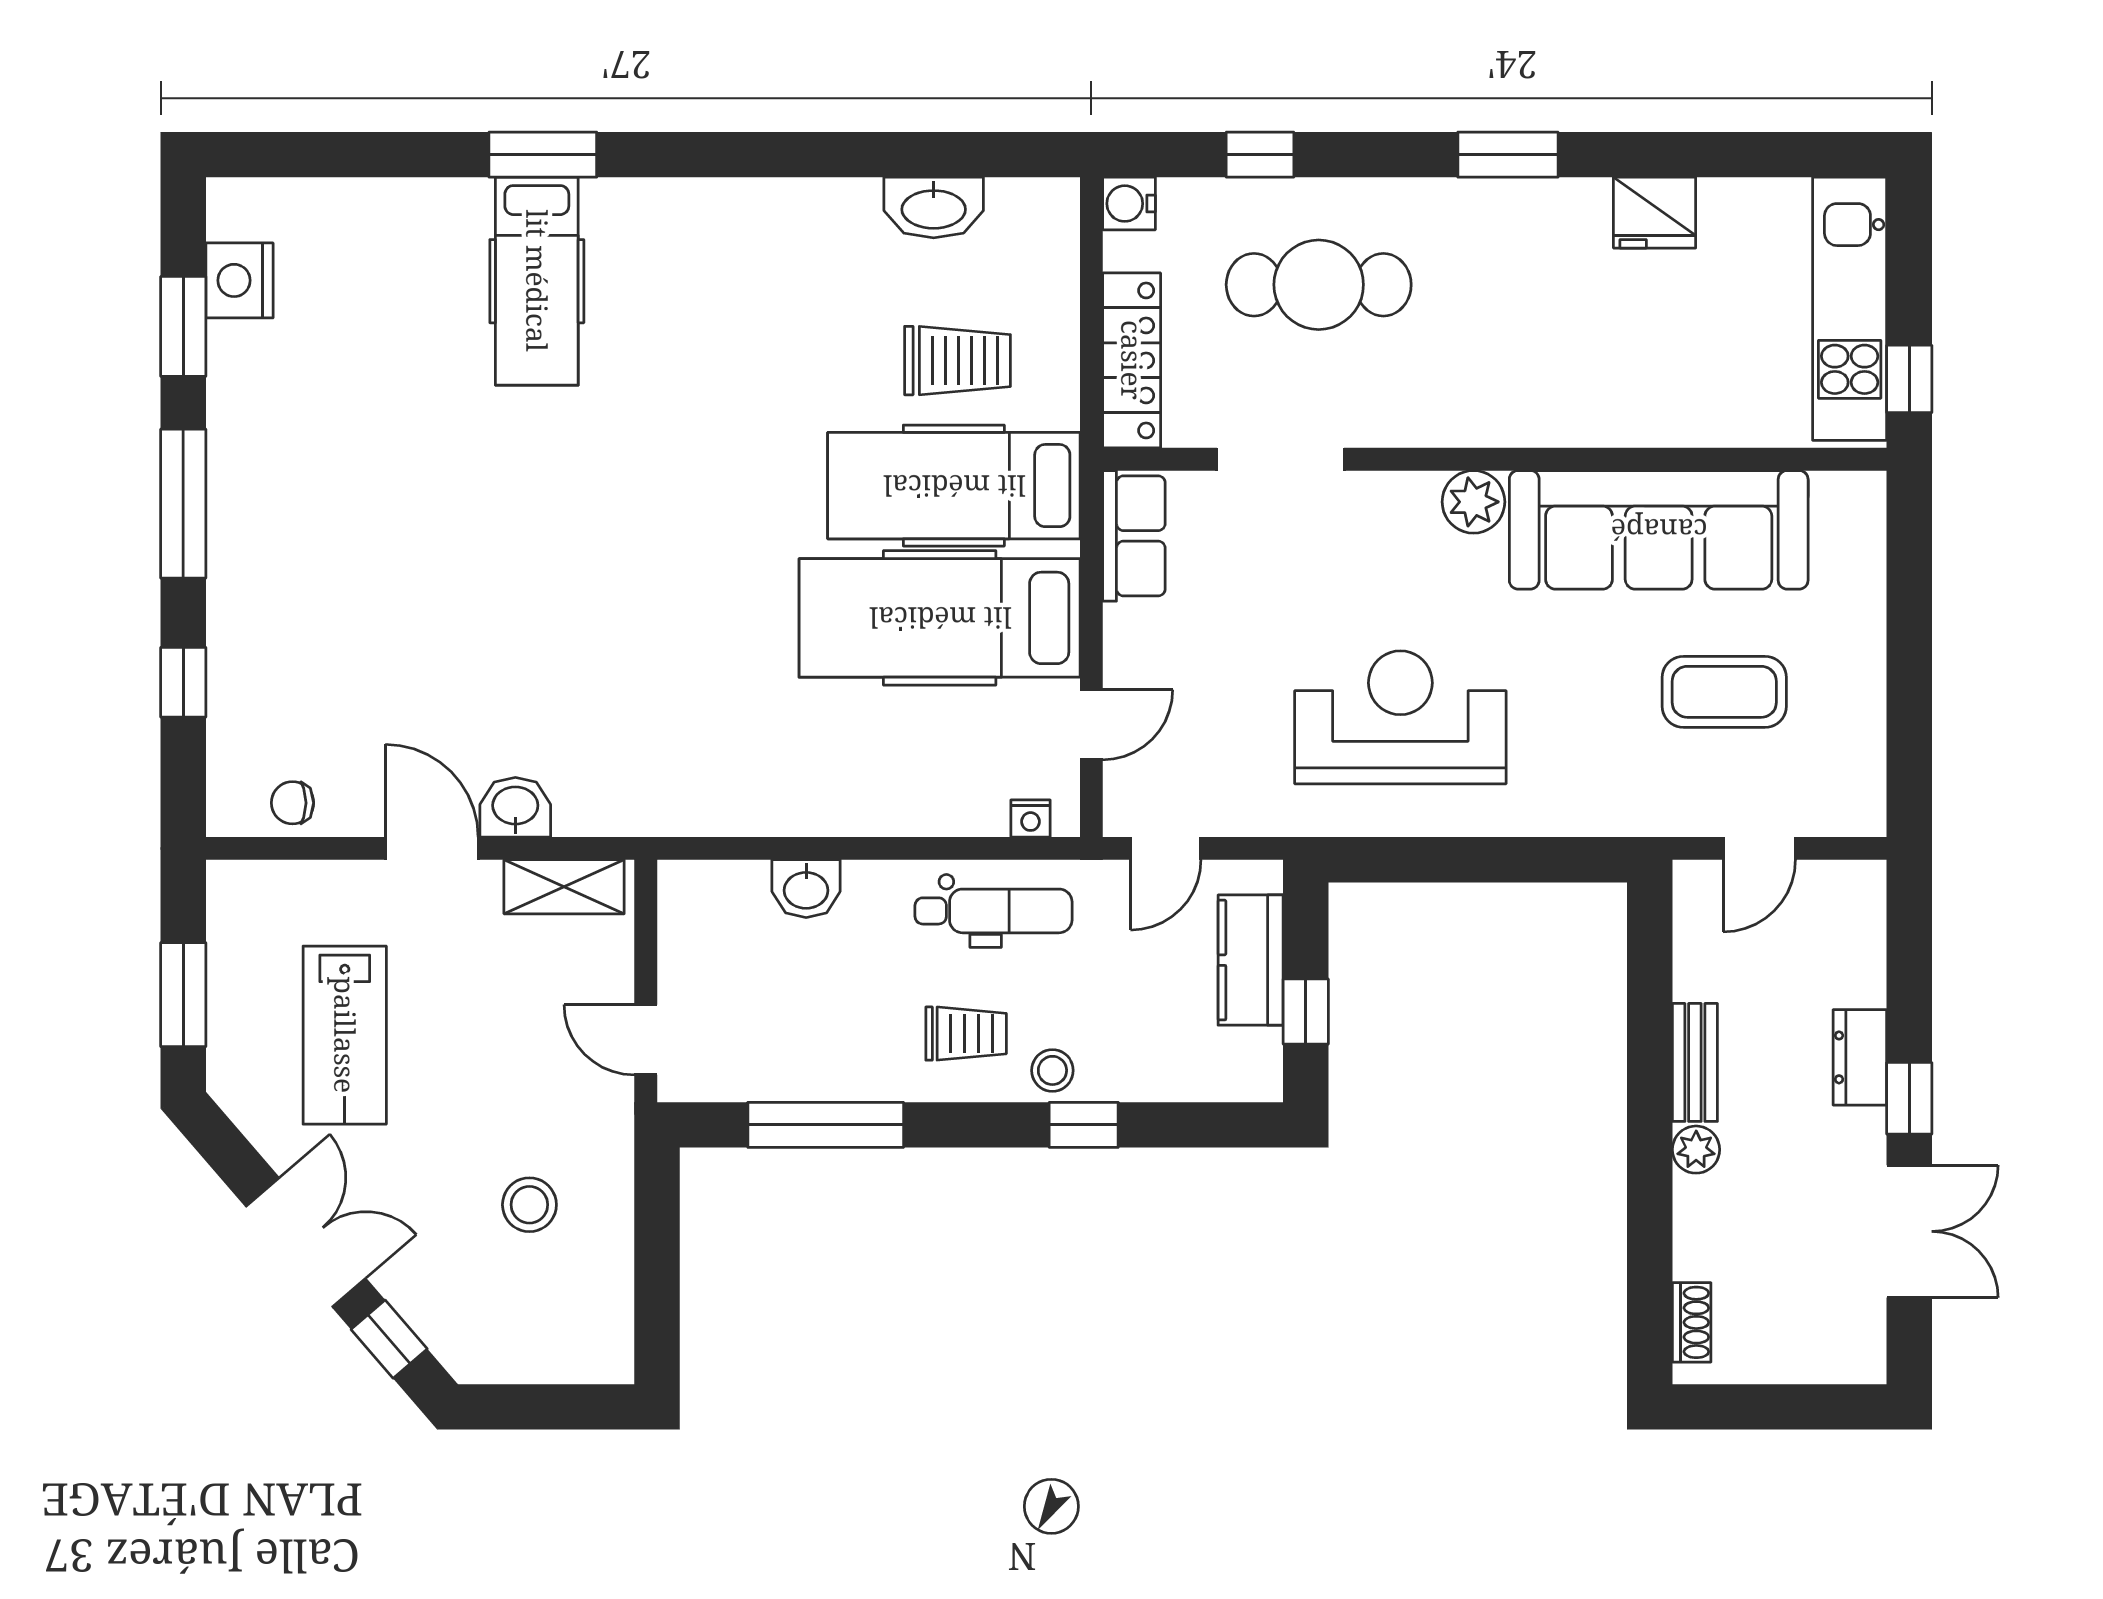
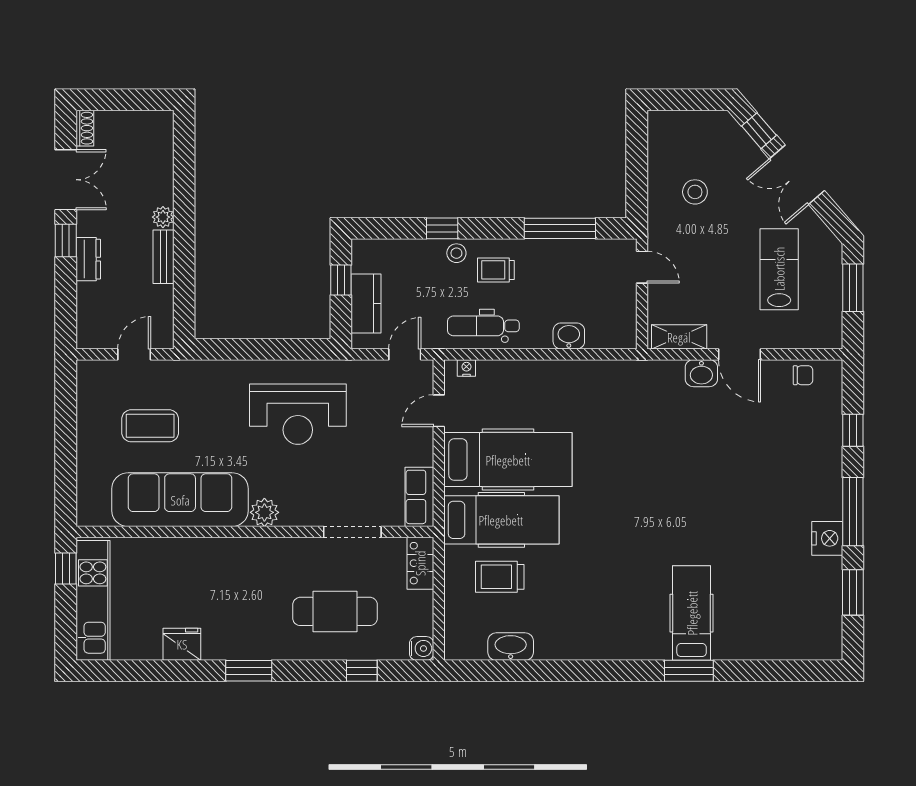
nightstand: (239, 280) -> (827, 538), moved
locker: (1132, 360) -> (420, 563), width x0.66
double door: (1909, 1231) -> (66, 180), swing flipped
shoe rack: (1692, 1322) -> (85, 128), moved, turned 180

